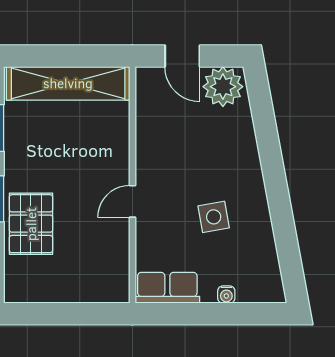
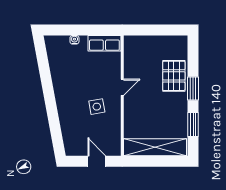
plant: (223, 87) -> (76, 146), removed
side table: (214, 217) -> (97, 107), moved

